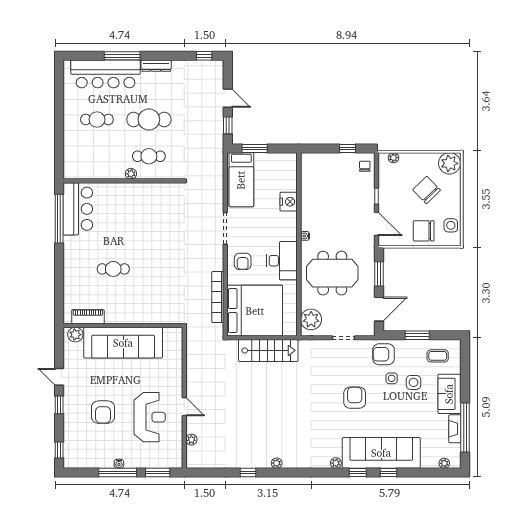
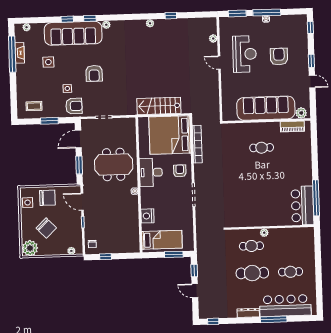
bed: (241, 180) -> (162, 240), moved, turned 90
cafe table: (113, 269) -> (262, 148), moved
plant: (311, 319) -> (128, 130), removed
side table: (413, 382) -> (48, 62), moved
sofa: (449, 394) -> (24, 78), removed
reception desk: (150, 417) -> (245, 54), turned 180

